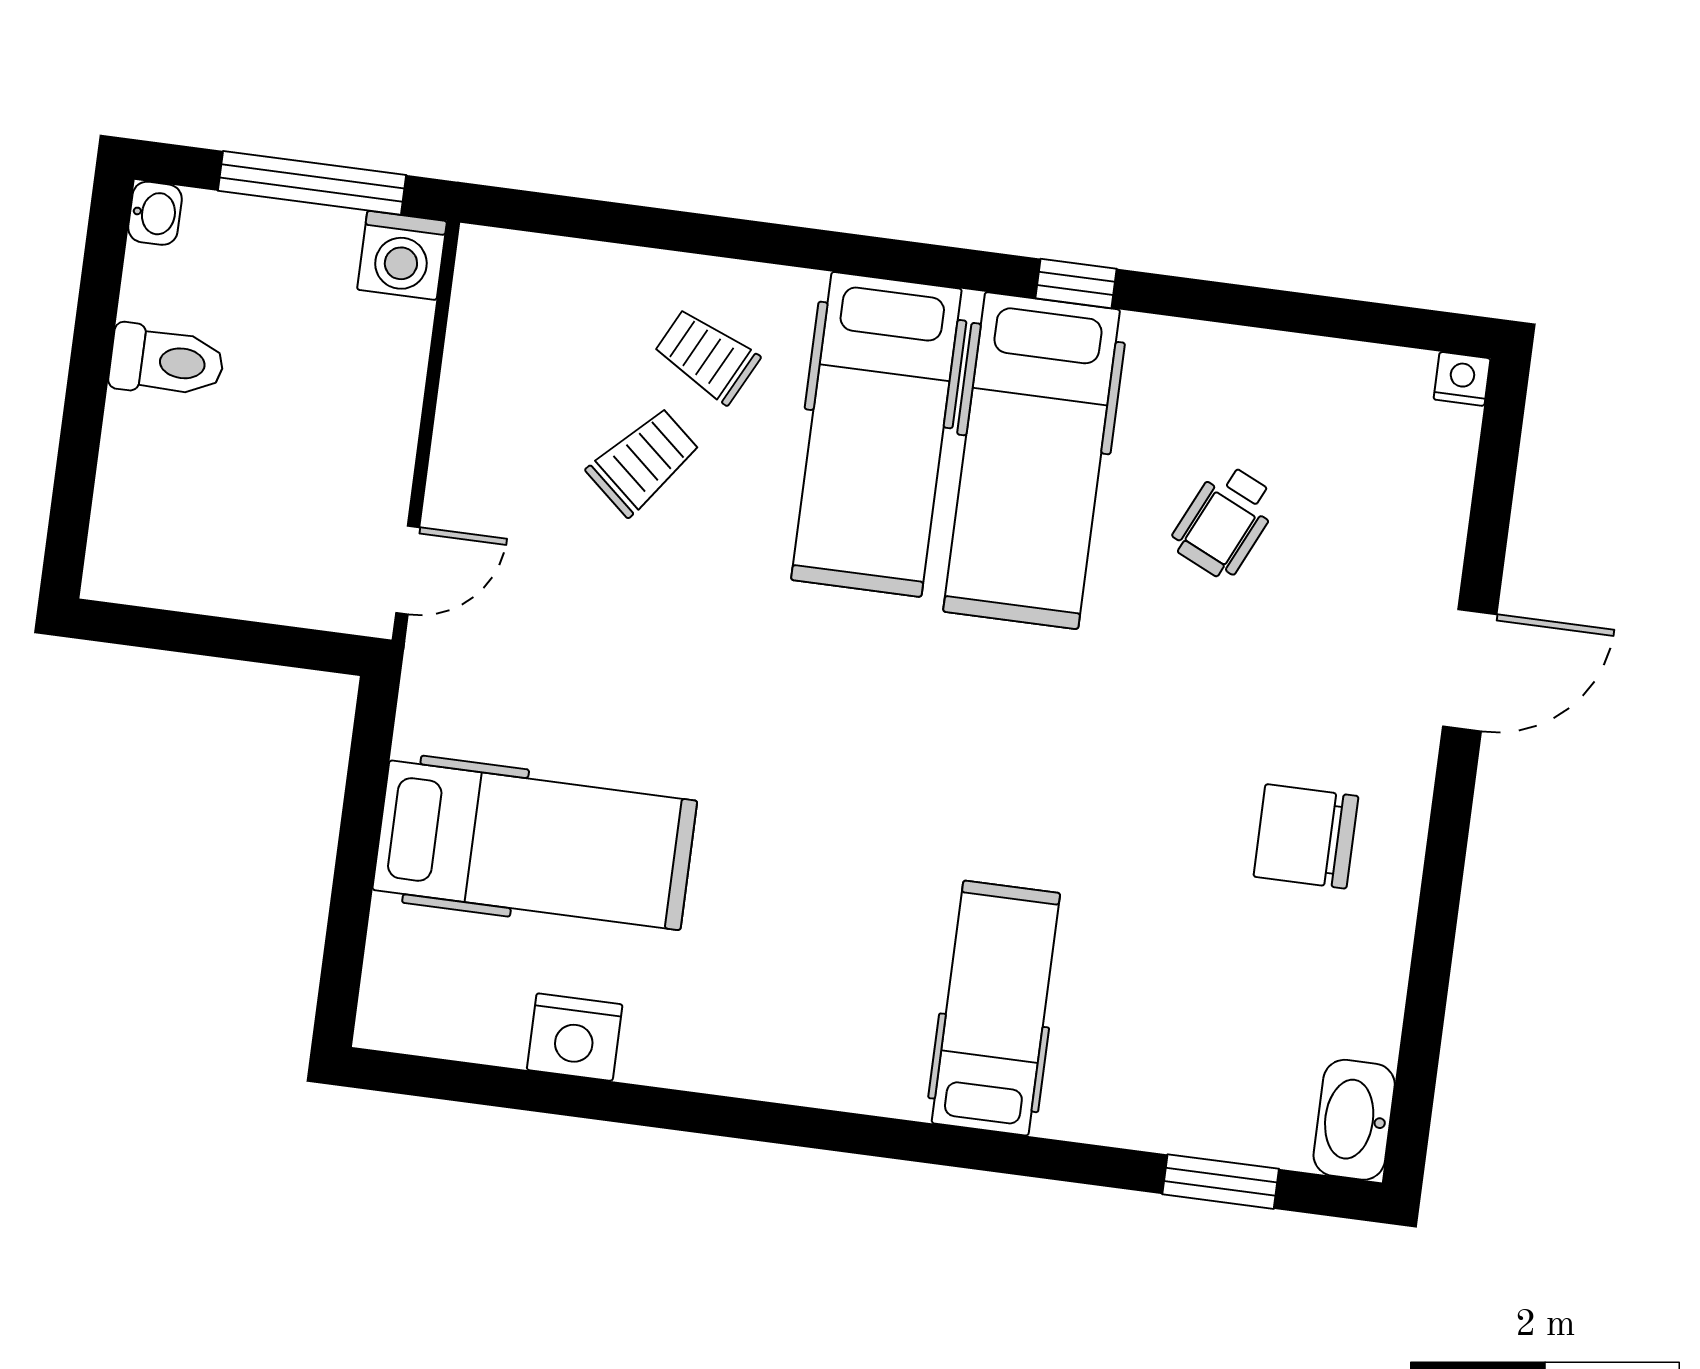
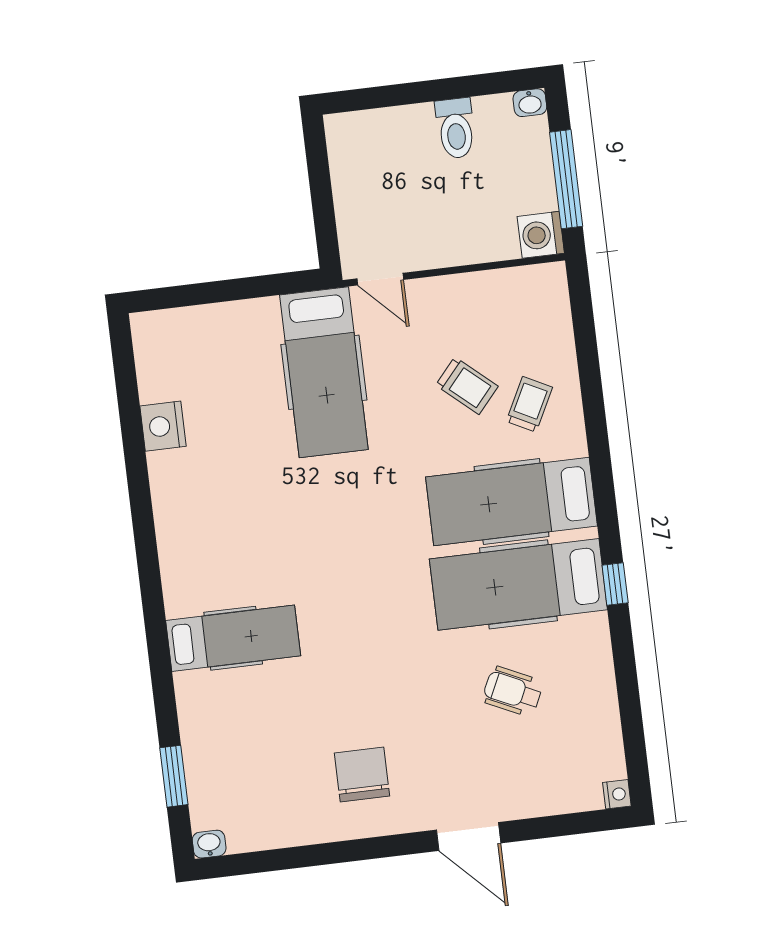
hospital bed: (535, 845) -> (324, 372), moved
washbasin: (1354, 1120) -> (209, 844), width x0.52, depth x0.69

